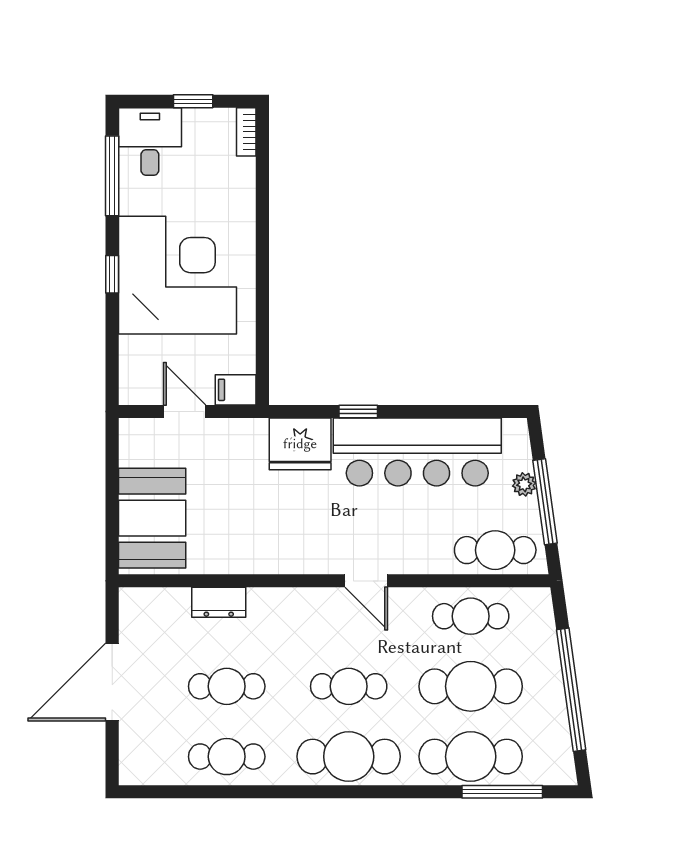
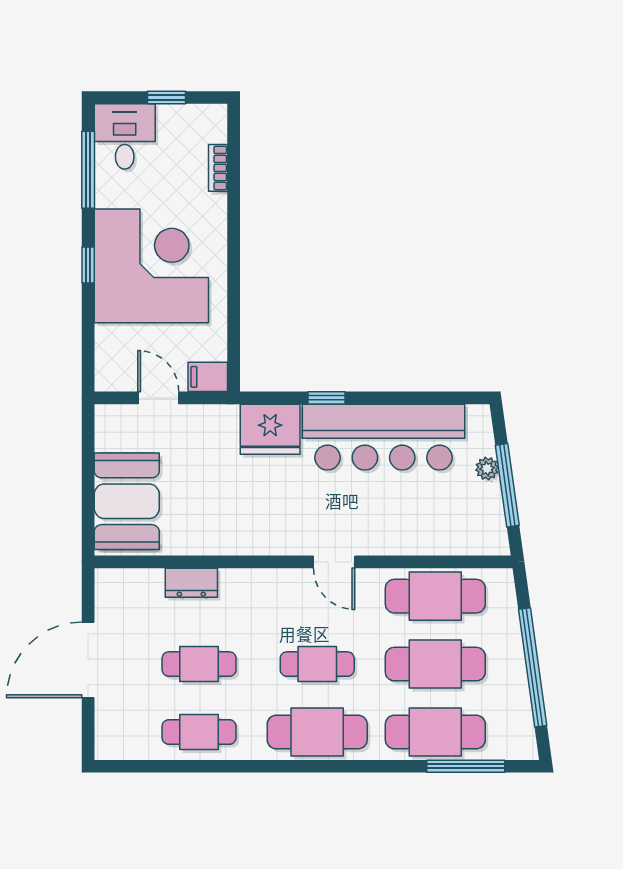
bookcase: (246, 132) -> (218, 168), moved
cafe table: (495, 550) -> (459, 532), removed
cafe table: (471, 616) -> (435, 596), width x1.37, depth x1.35

